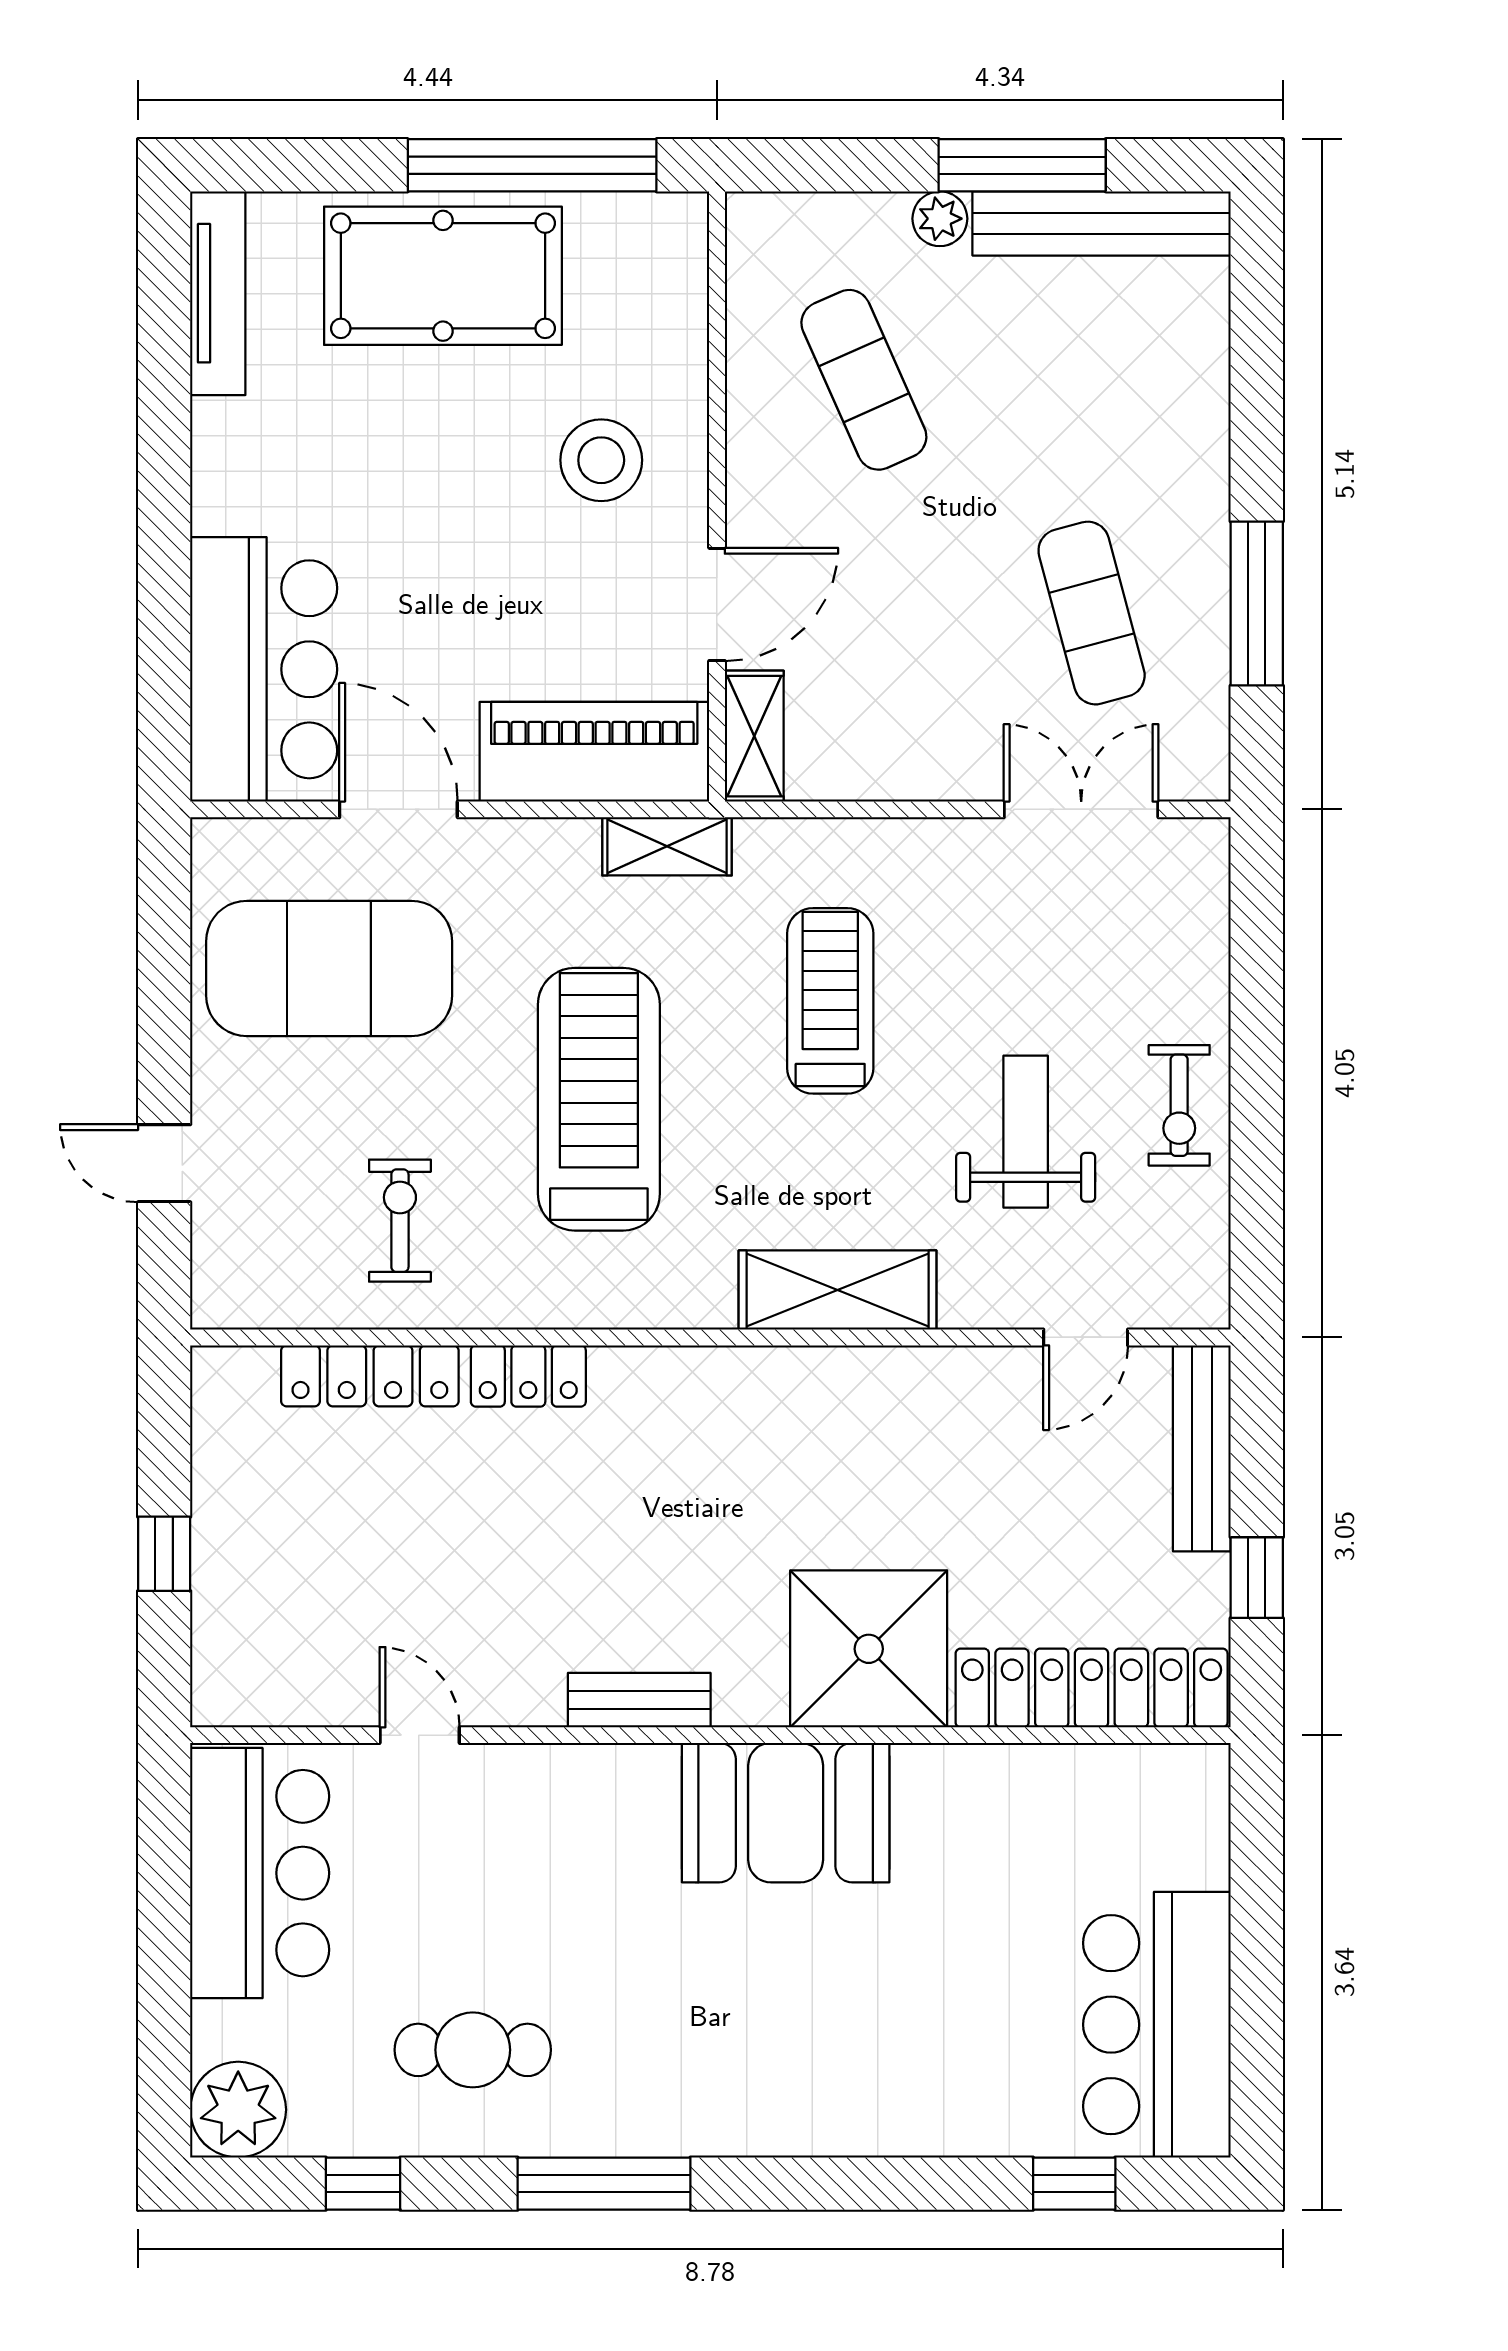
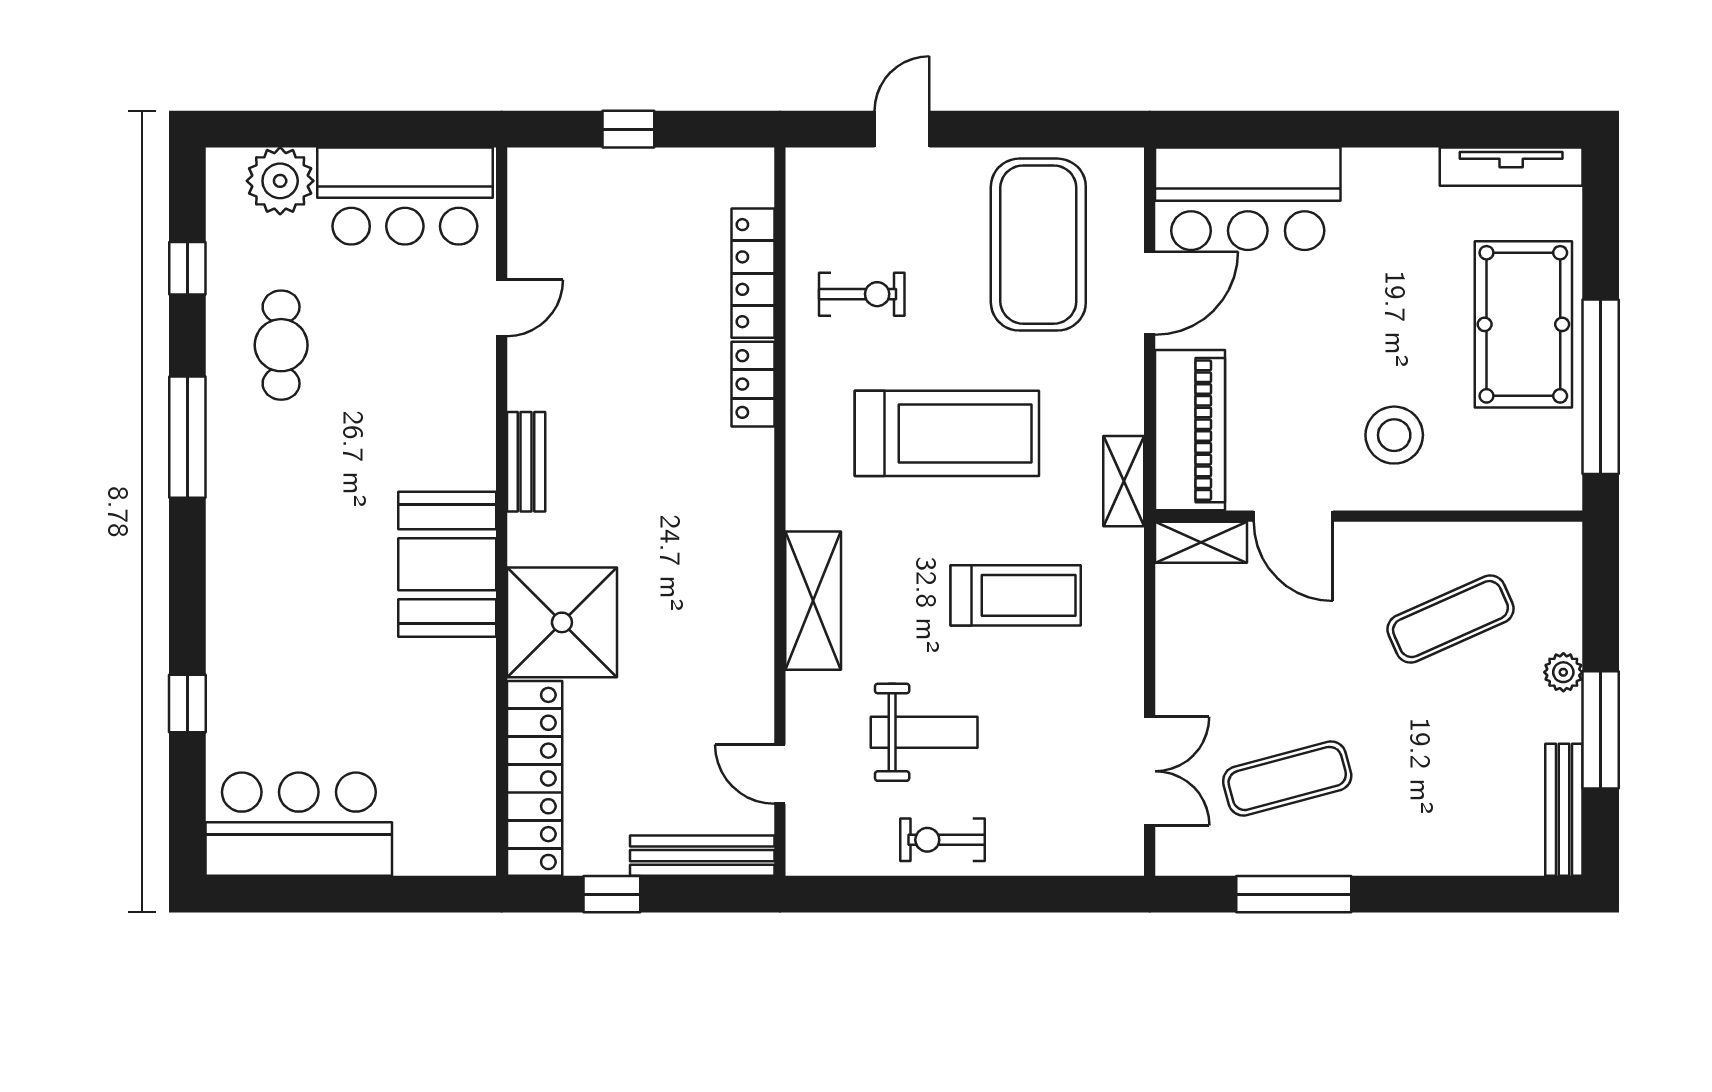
bench: (1102, 223) -> (1564, 810), width x0.73, depth x0.82
plant: (238, 2110) -> (280, 181), moved
window: (1074, 2184) -> (187, 704), moved

